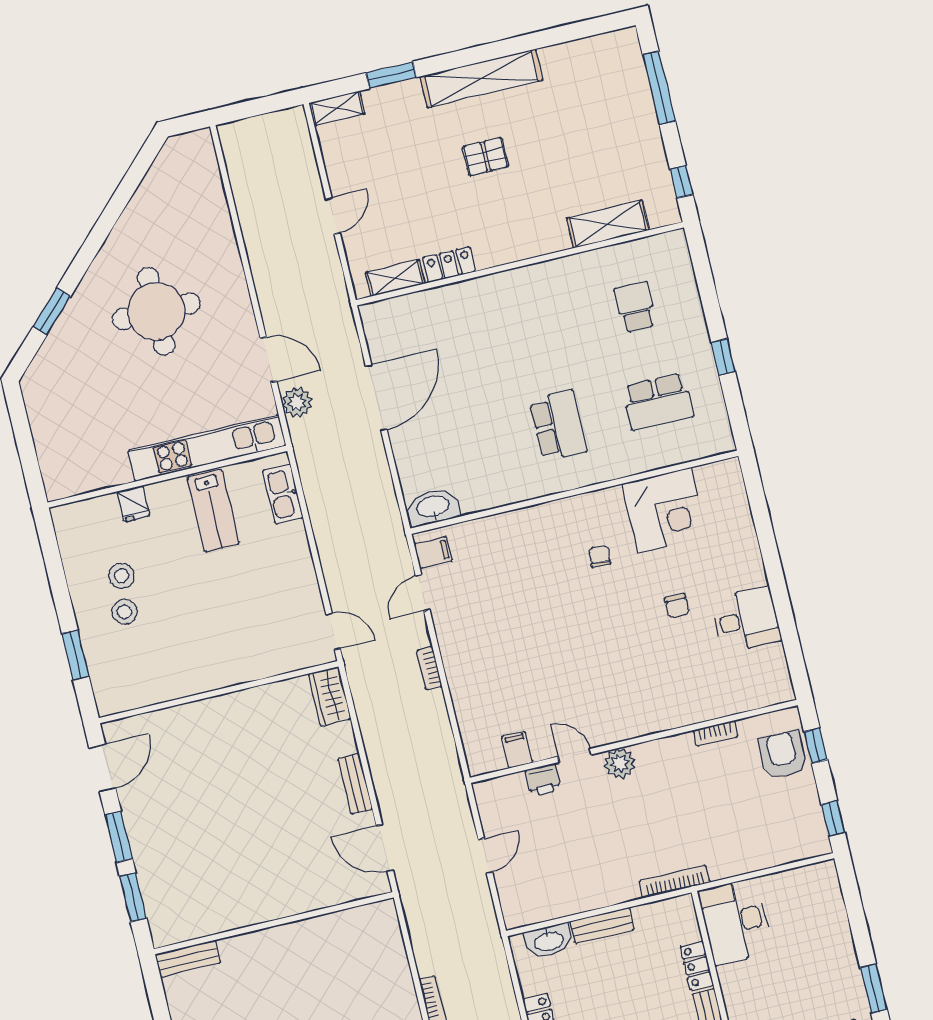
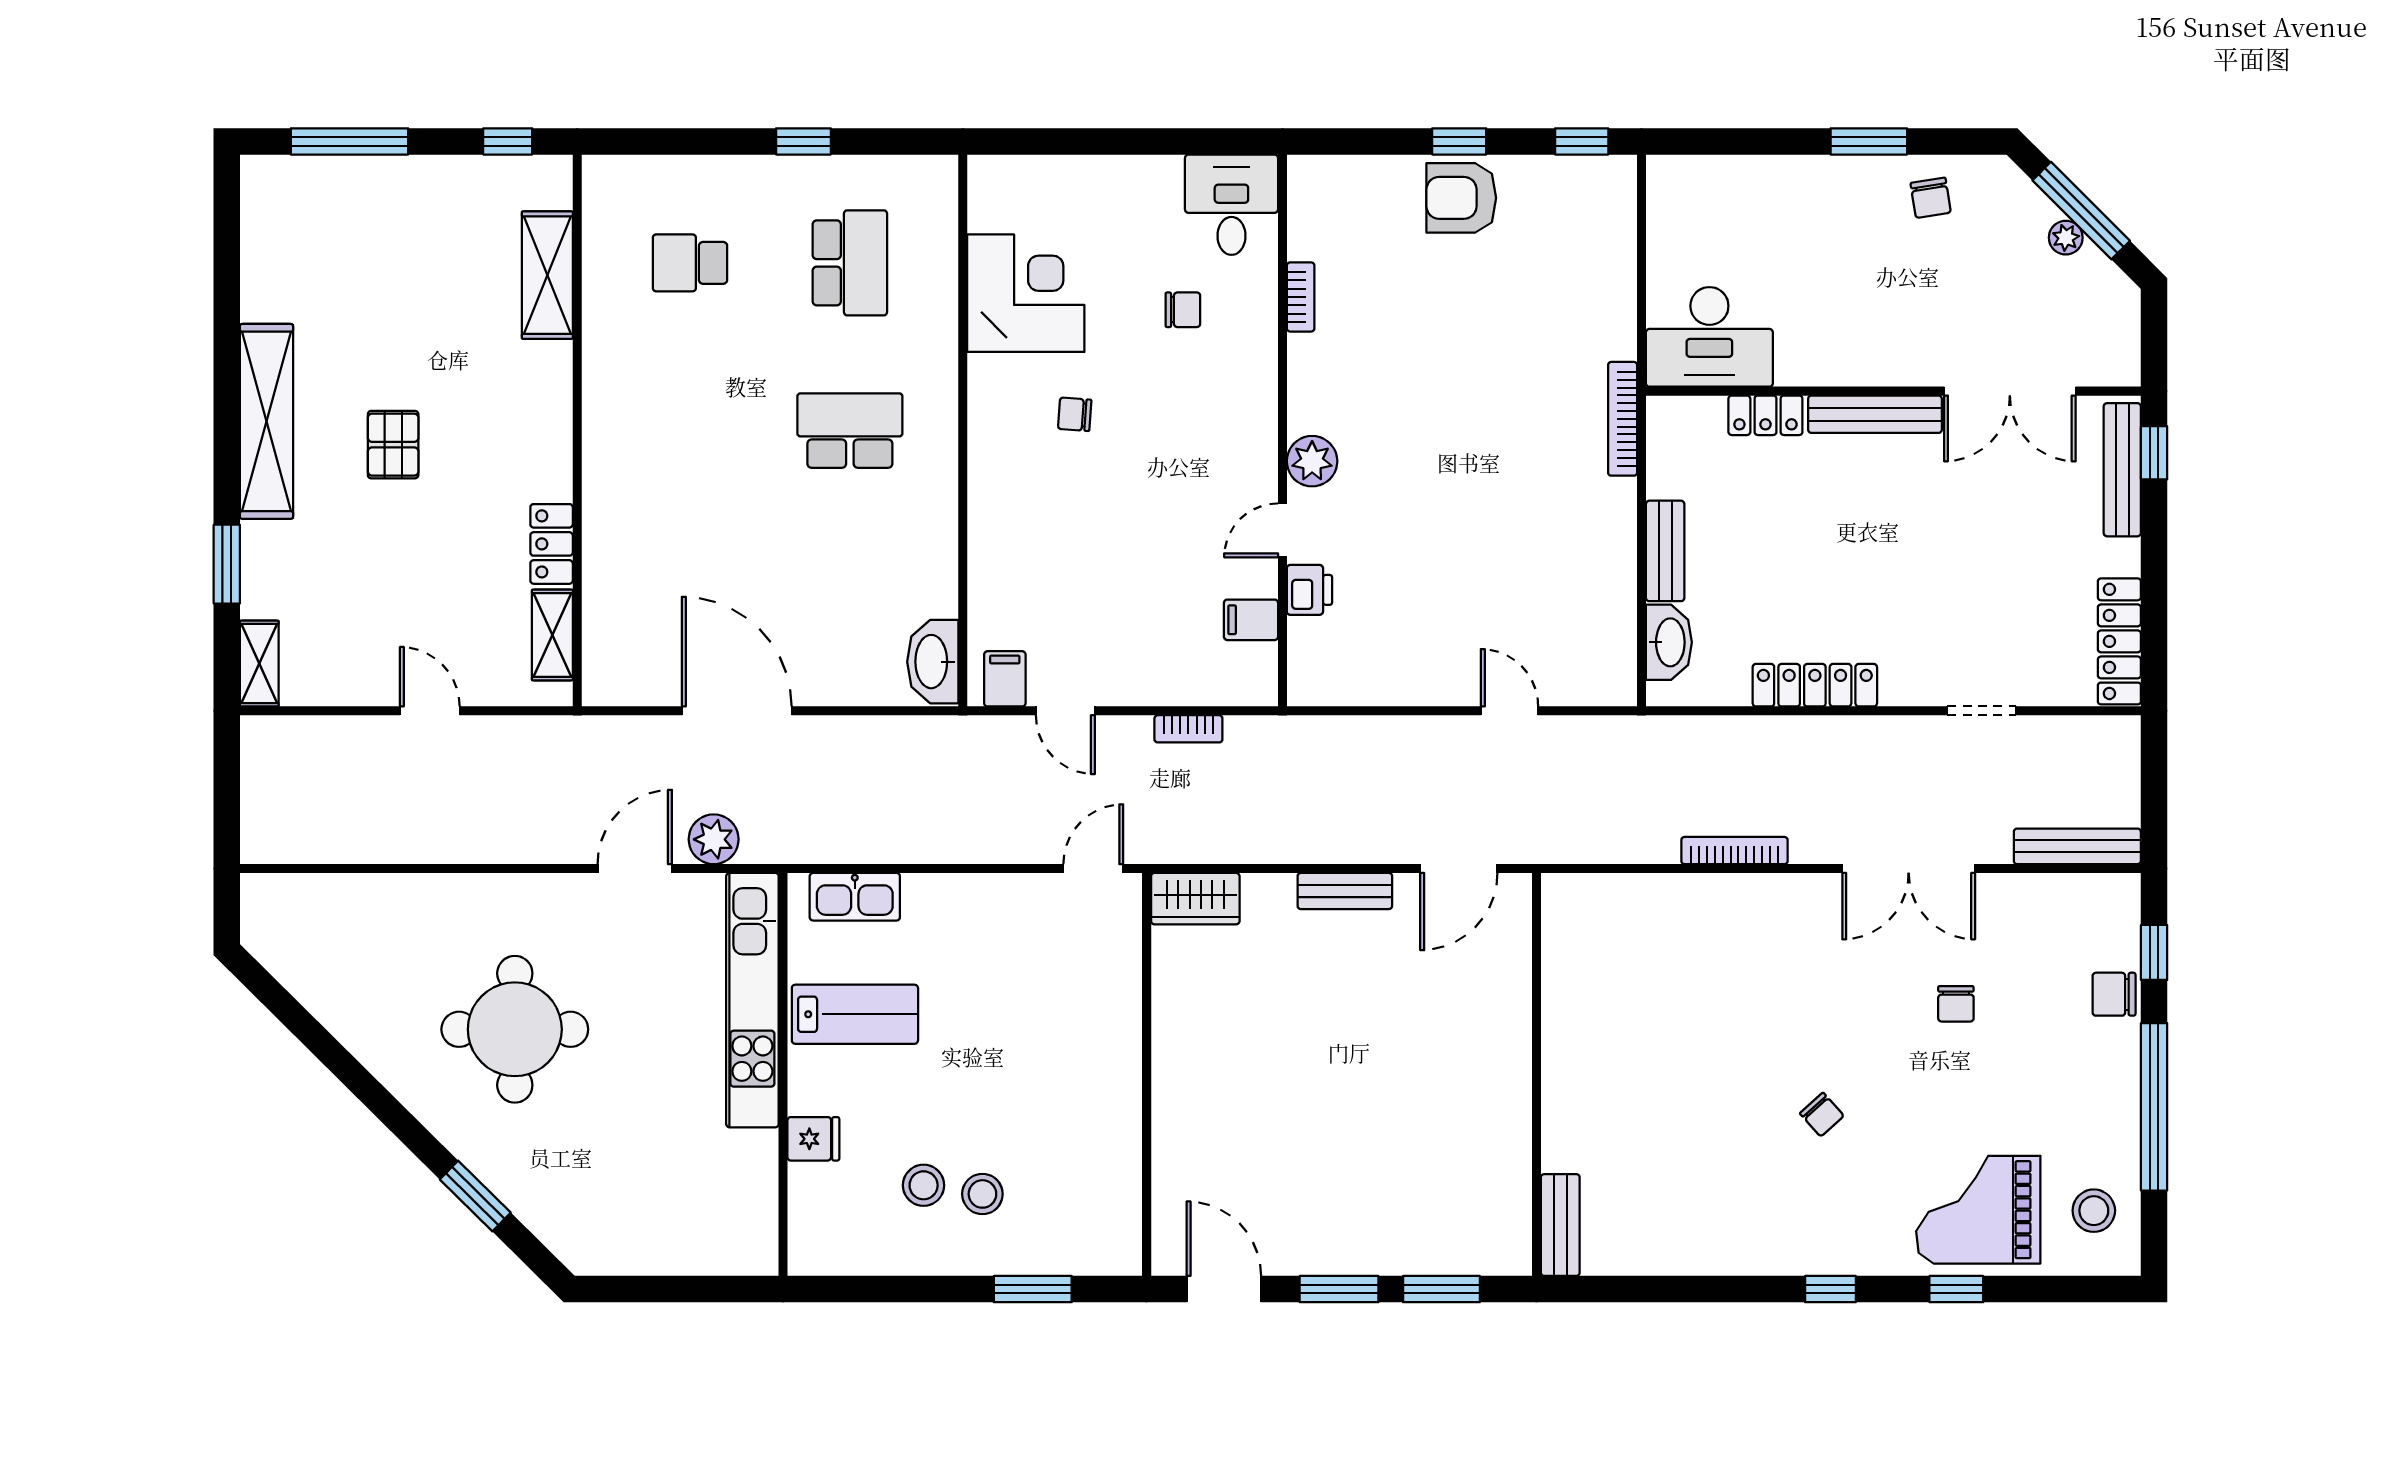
bookcase: (715, 733) -> (1301, 297), moved
wall: (634, 741) -> (1282, 431), moved
filing cabinet: (517, 750) -> (1251, 620), moved
door: (575, 756) -> (1282, 530), moved
plant: (620, 763) -> (1312, 461), moved
printer: (543, 780) -> (1309, 590), moved

